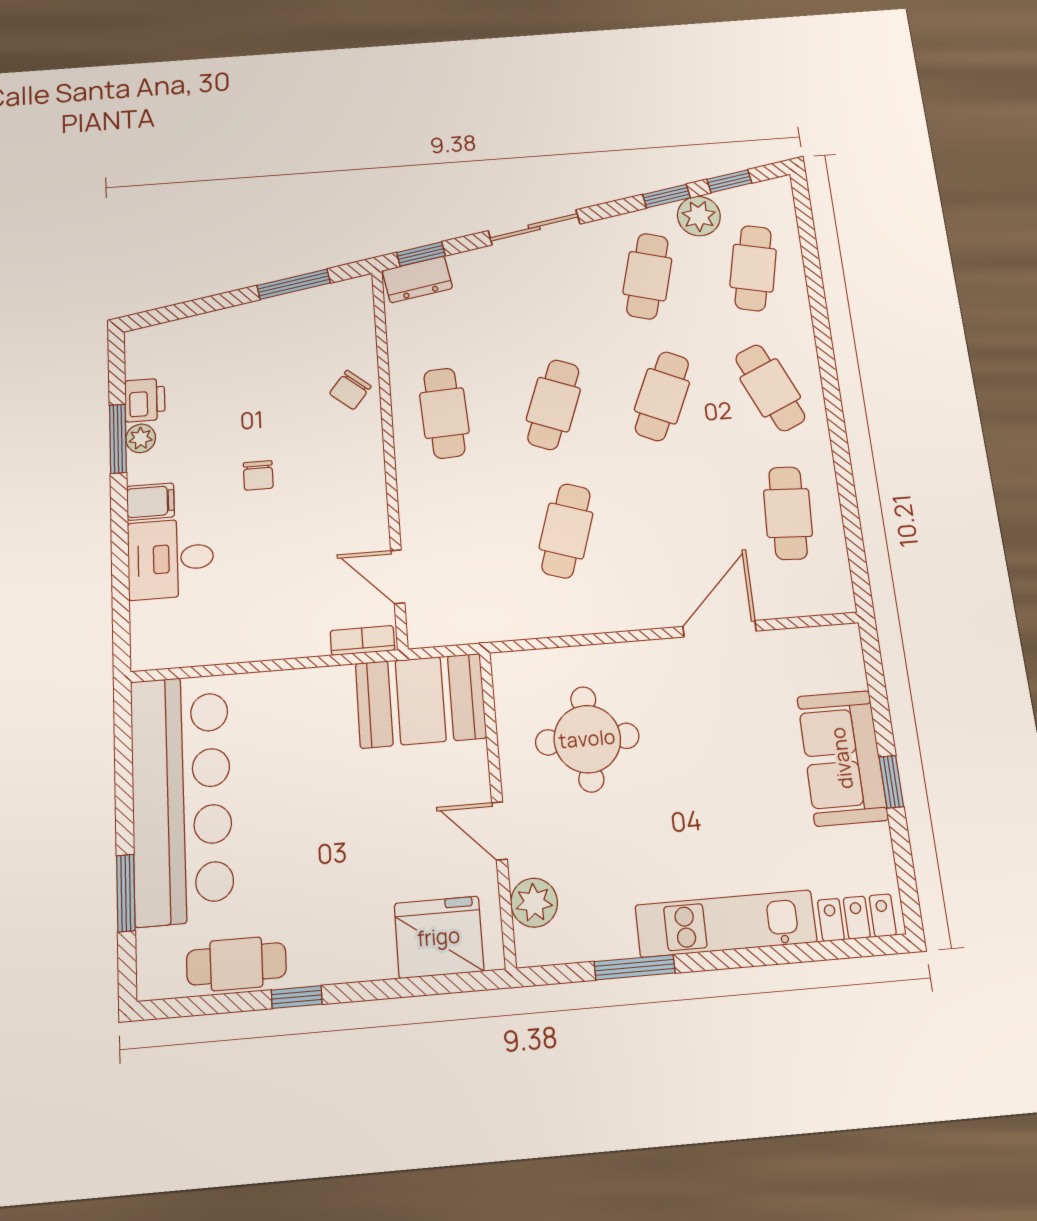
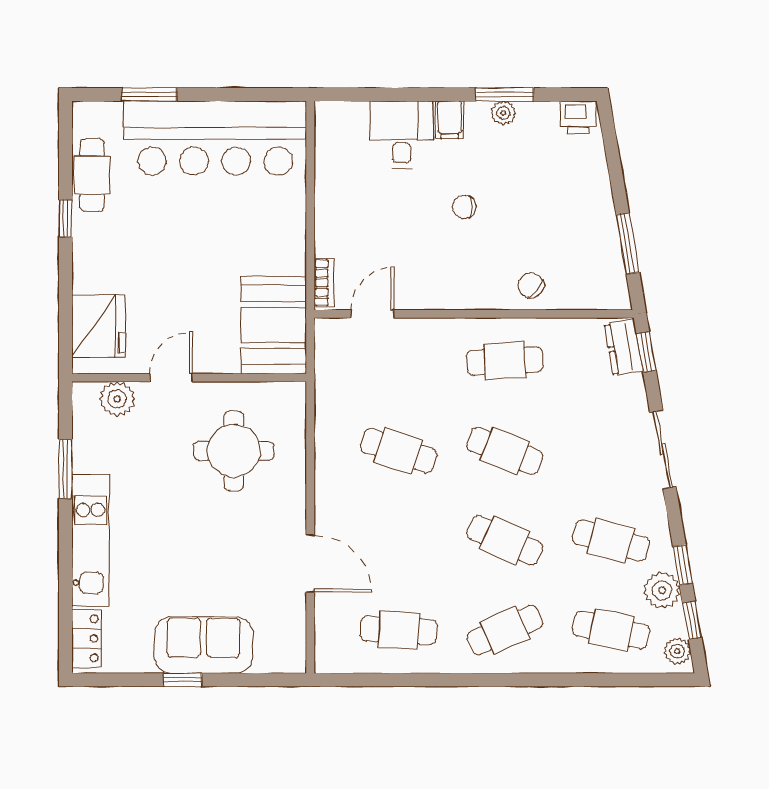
plant: (767, 194) -> (677, 651), added
printer: (145, 400) -> (578, 117), moved

